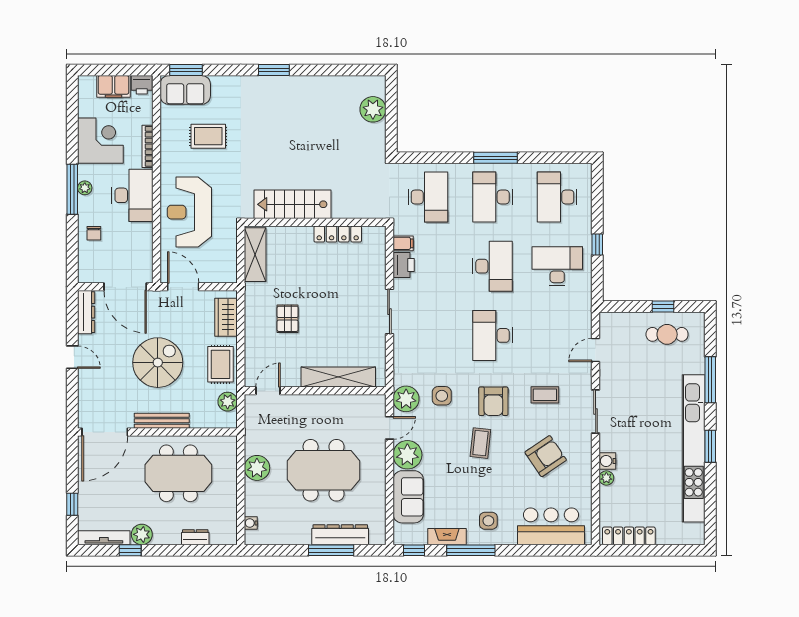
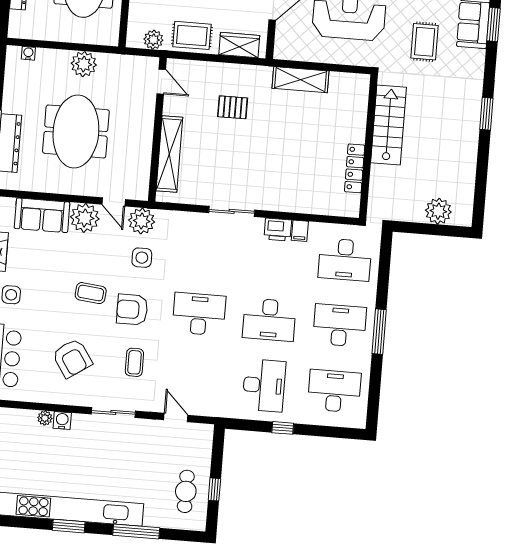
stairs: (293, 204) -> (389, 125), moved
wall: (315, 222) -> (368, 146), moved
locker: (338, 234) -> (355, 168), moved

